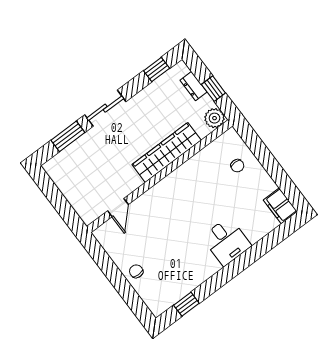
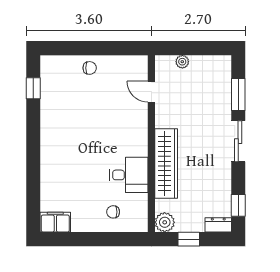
dresser: (194, 86) -> (218, 225), moved
plant: (75, 201) -> (182, 62), added
desk: (226, 241) -> (129, 175), moved, turned 180

